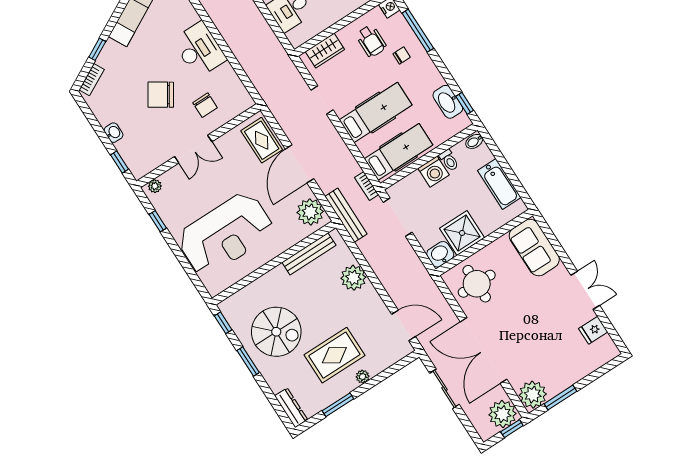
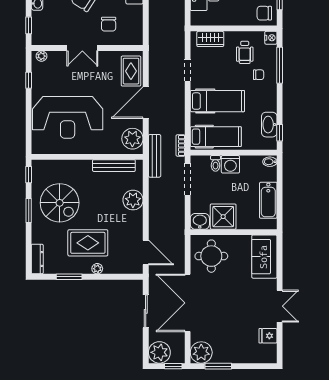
toilet: (449, 160) -> (215, 163), moved
plant: (502, 414) -> (159, 352), moved

